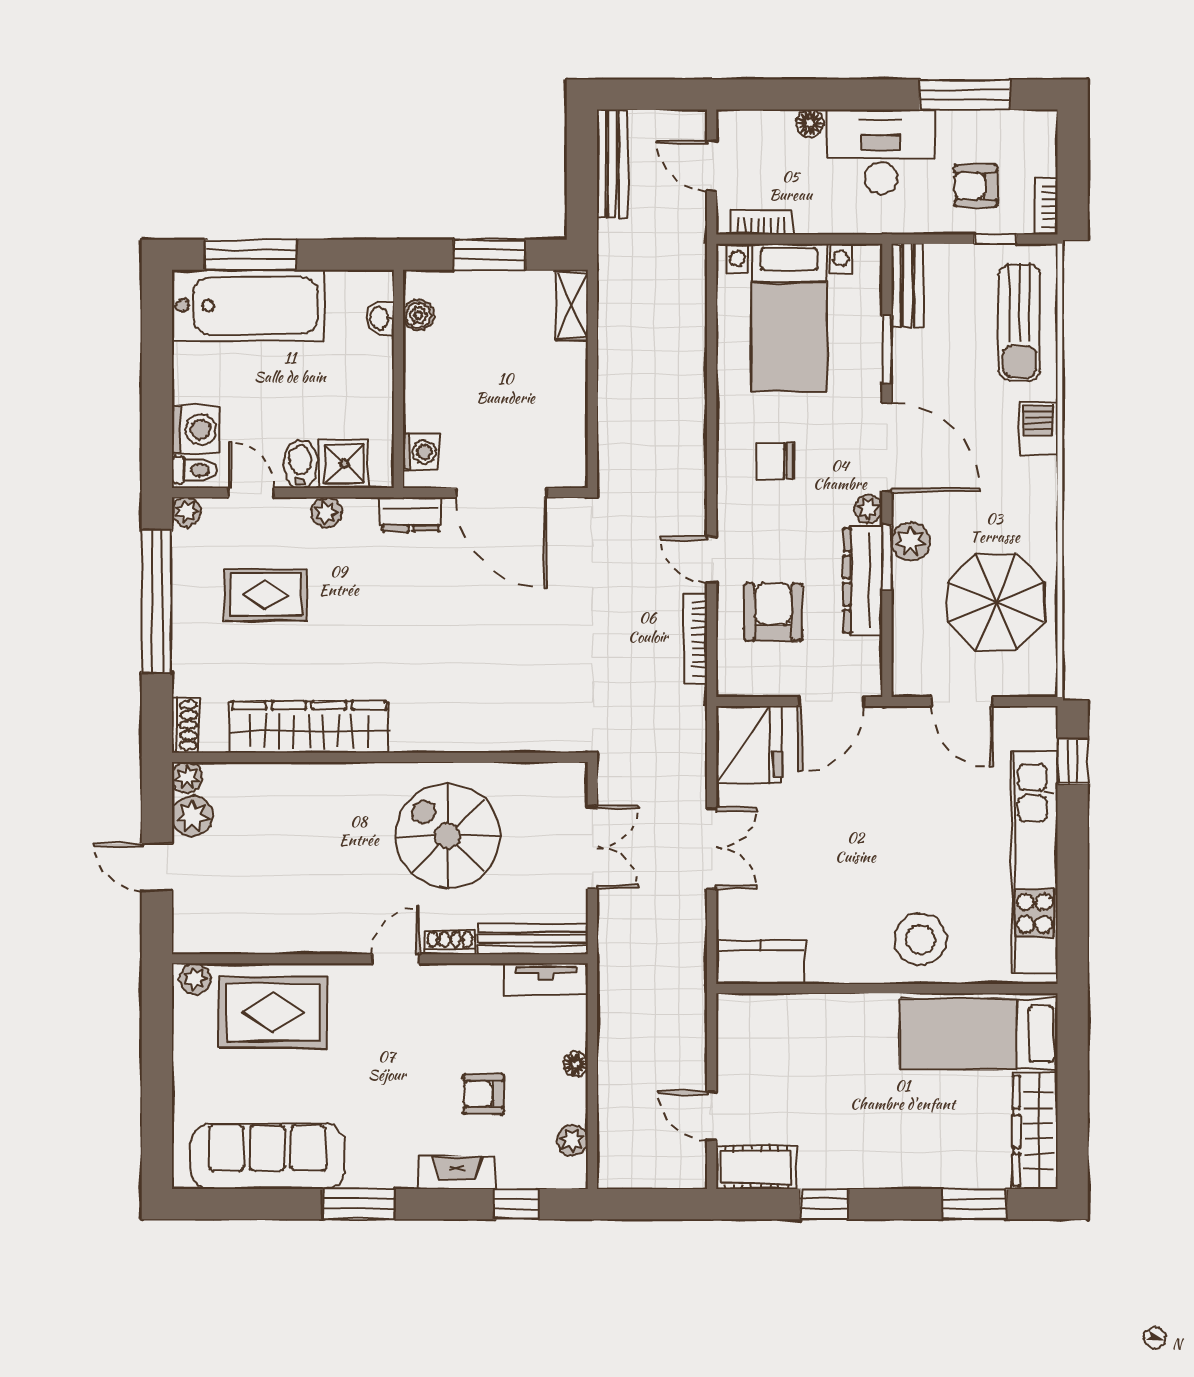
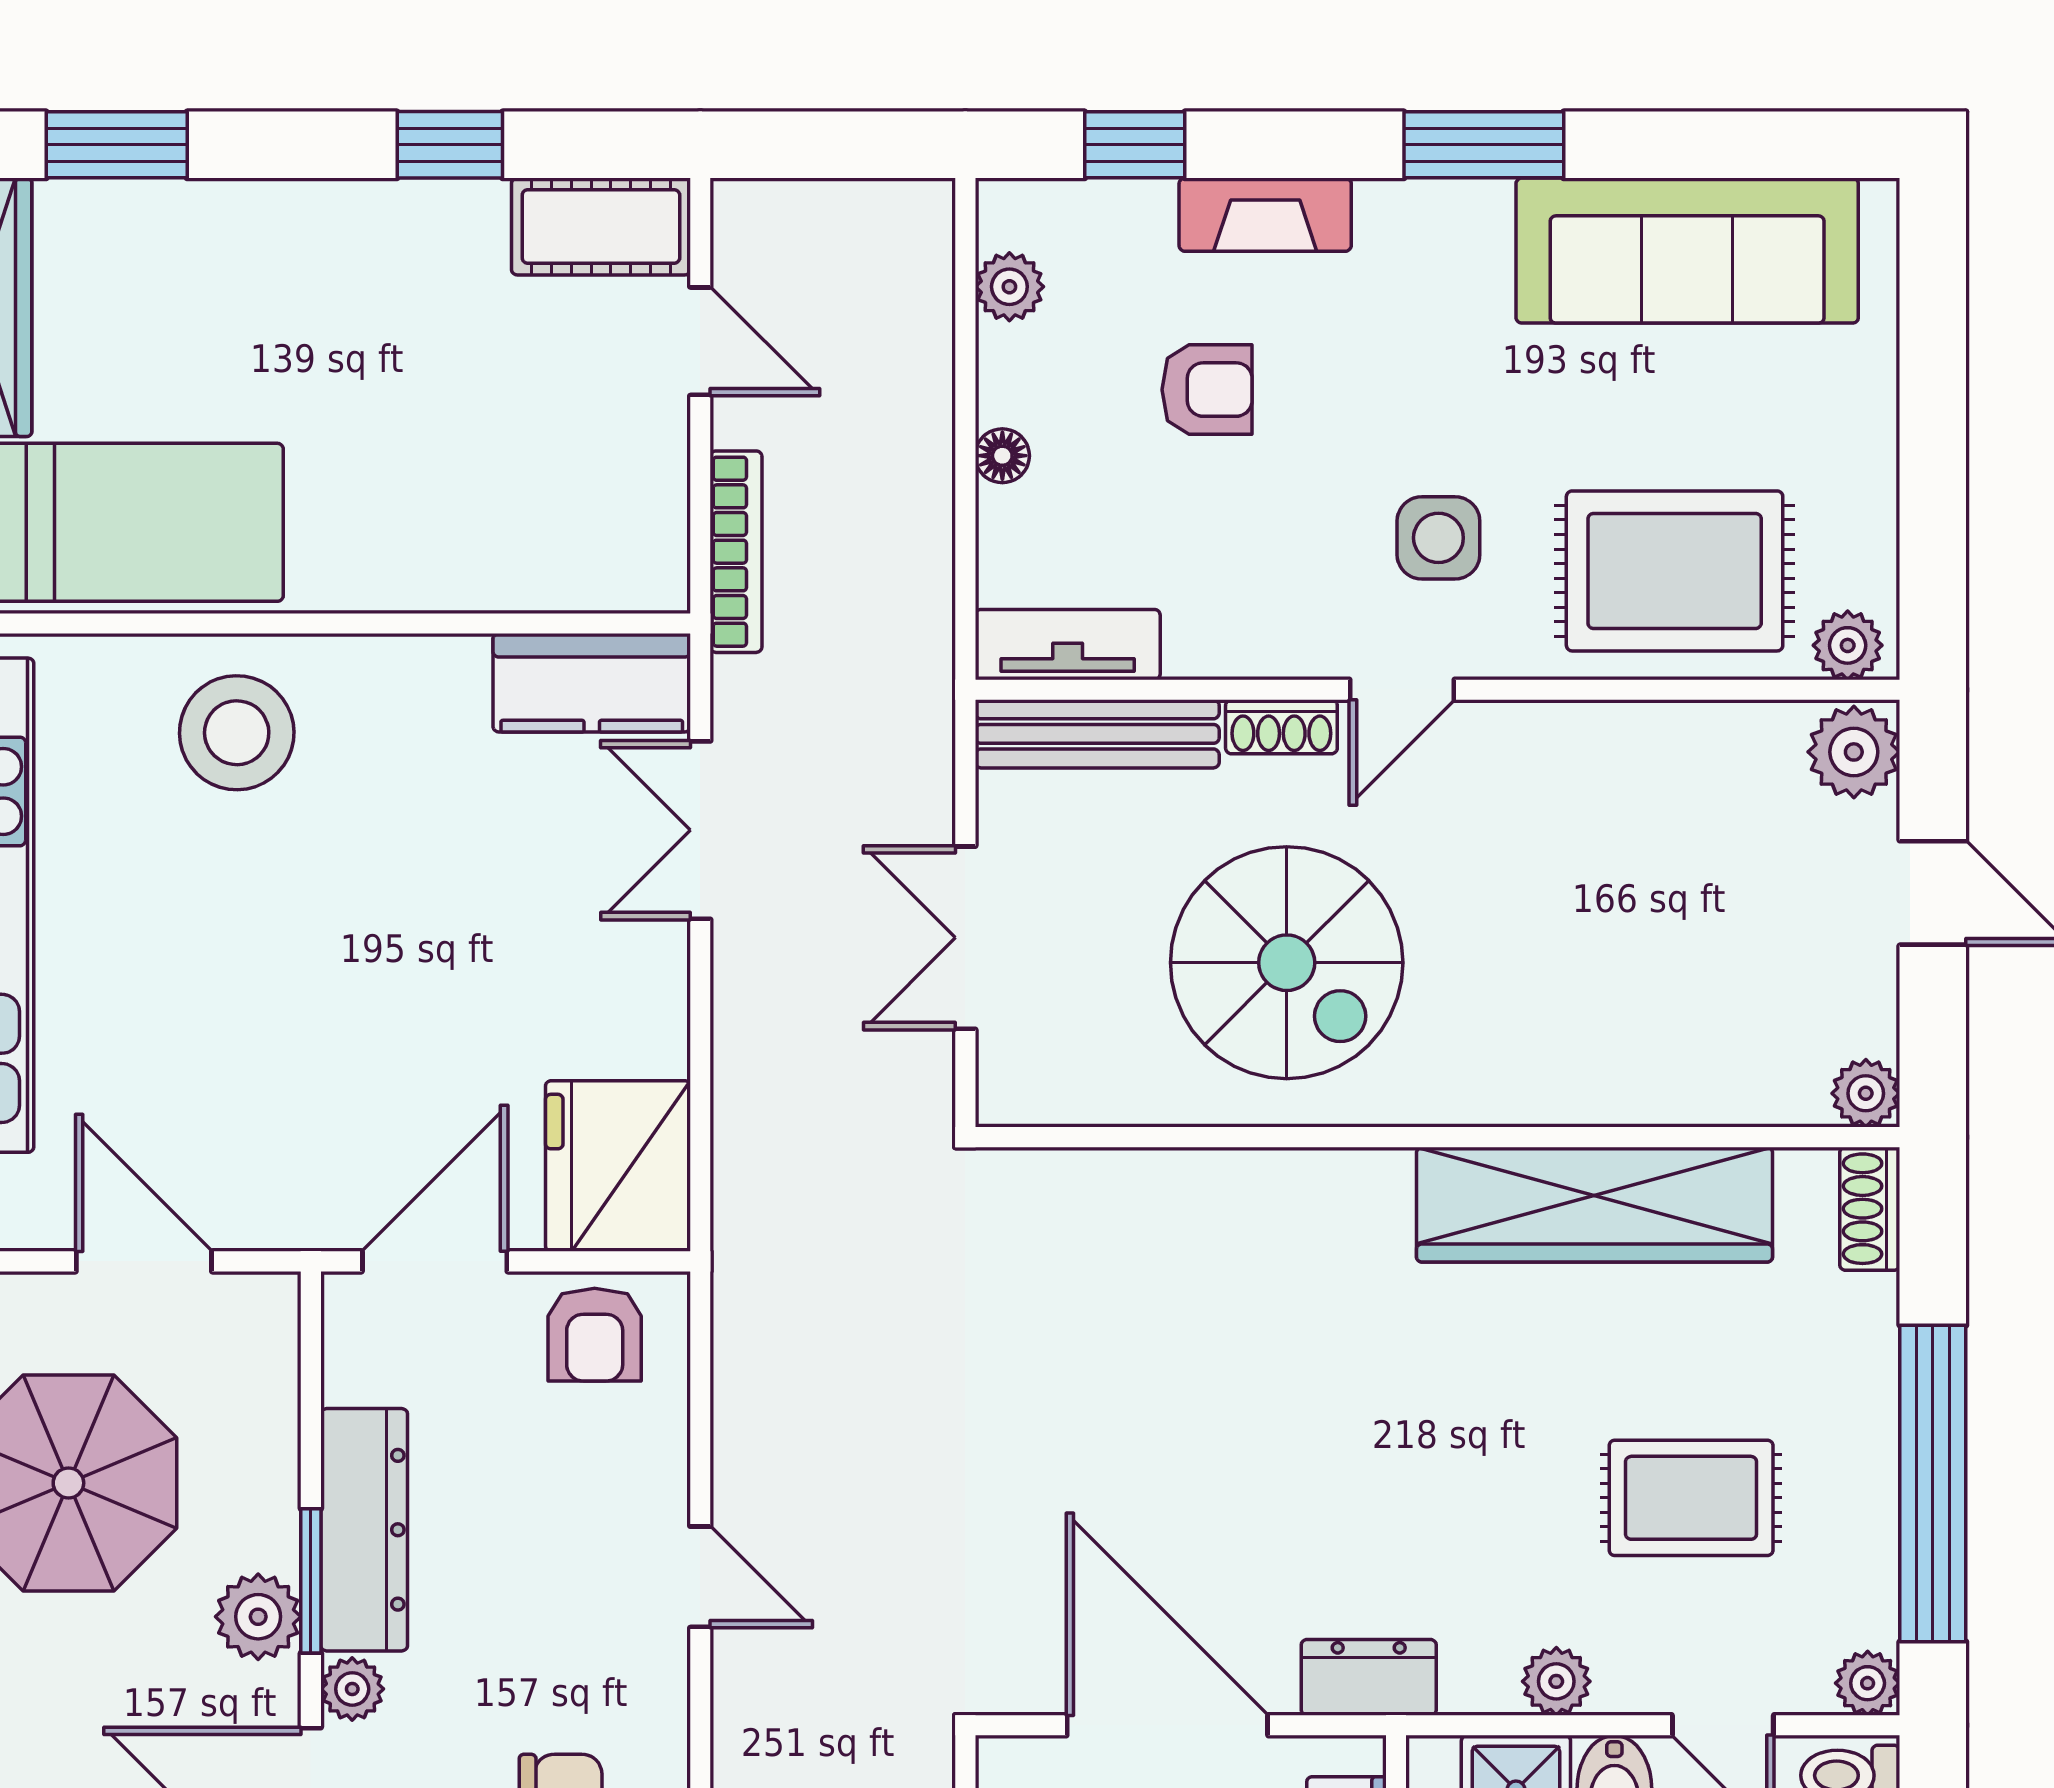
armchair: (773, 612) -> (595, 1335), moved, width x0.72, depth x0.72
bookcase: (696, 638) -> (736, 552), moved
plant: (192, 816) -> (1854, 752), moved
double door: (712, 848) -> (700, 830), moved
side table: (379, 1027) -> (1438, 538), added

